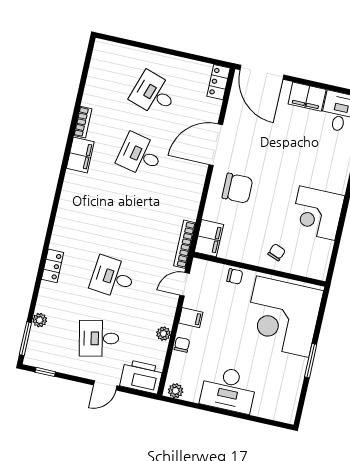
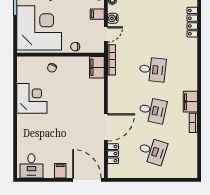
locker: (218, 82) -> (113, 154), moved
filing cabinet: (307, 97) -> (60, 171), width x0.50
chair: (237, 188) -> (86, 103), removed
locker: (53, 266) -> (192, 22), width x1.53
desk: (113, 277) -> (152, 70), moved
water cooler: (169, 306) -> (113, 18), added

